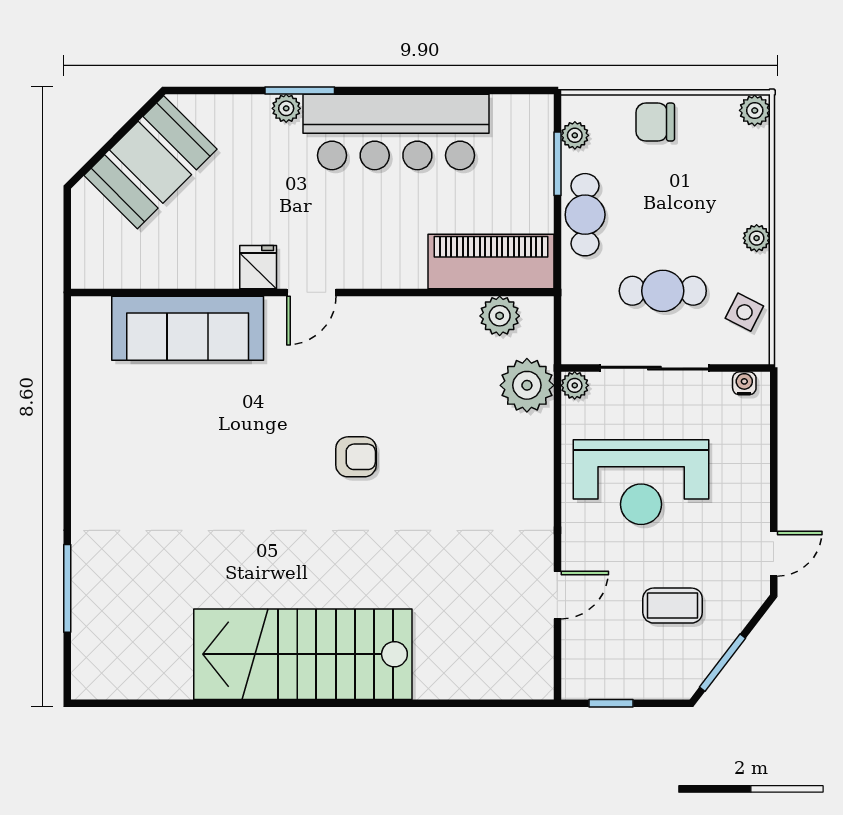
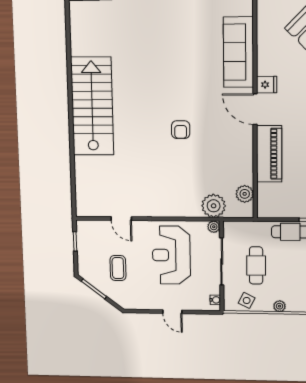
piano: (491, 262) -> (269, 154), moved
door: (311, 292) -> (255, 109), width x1.38
door: (774, 554) -> (172, 312), moved

